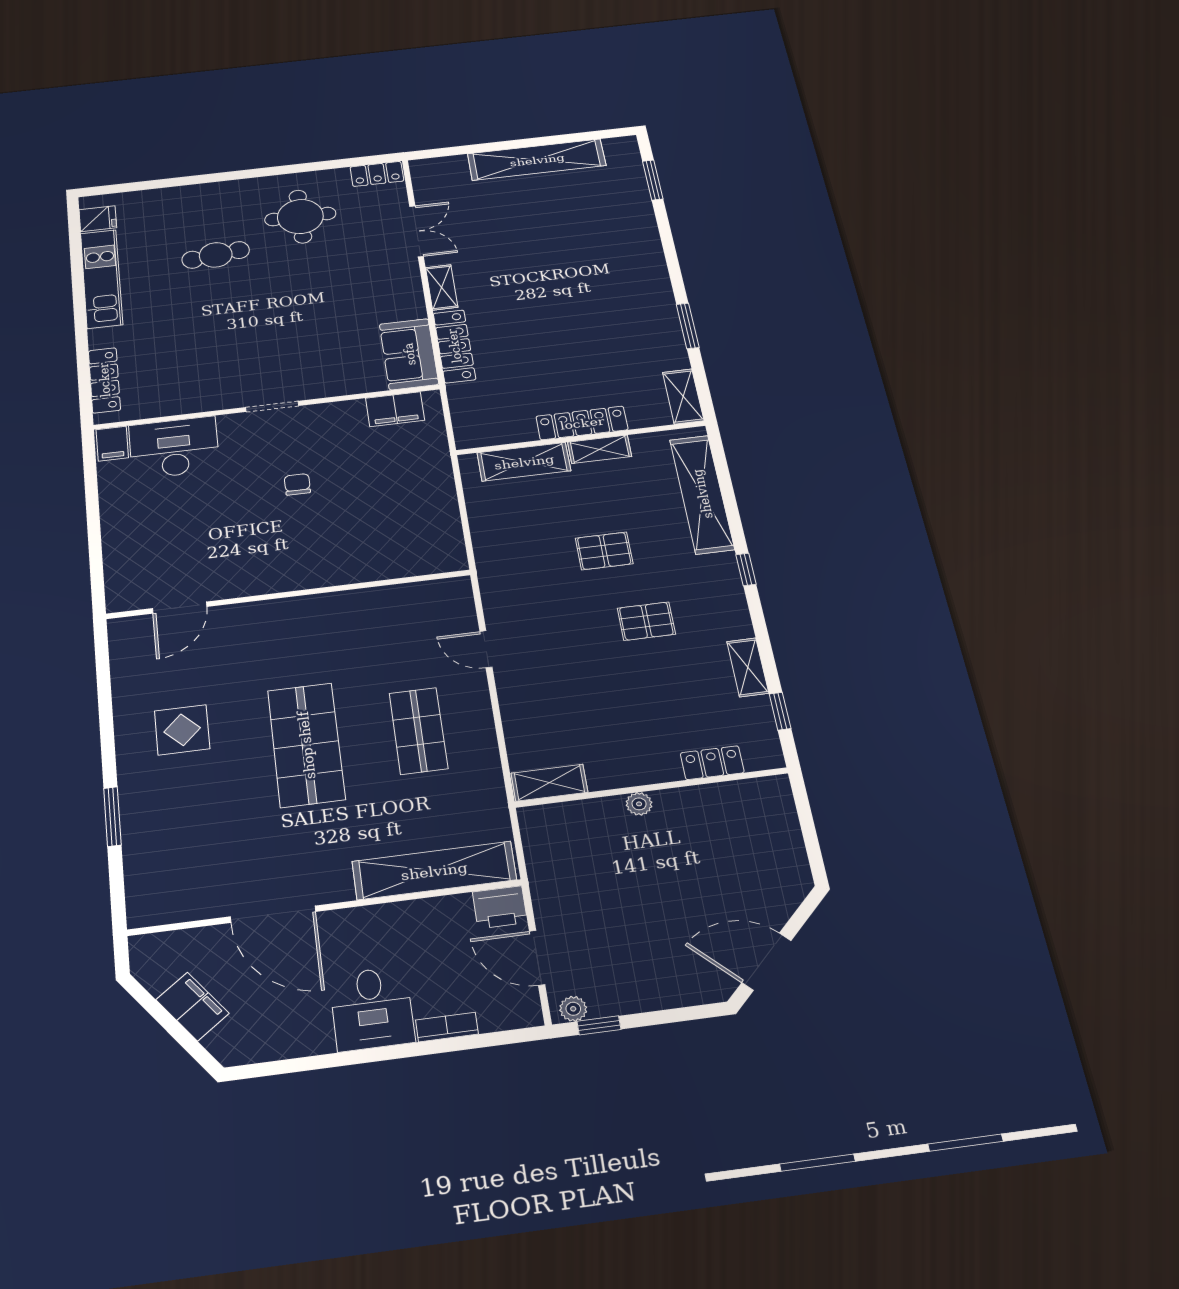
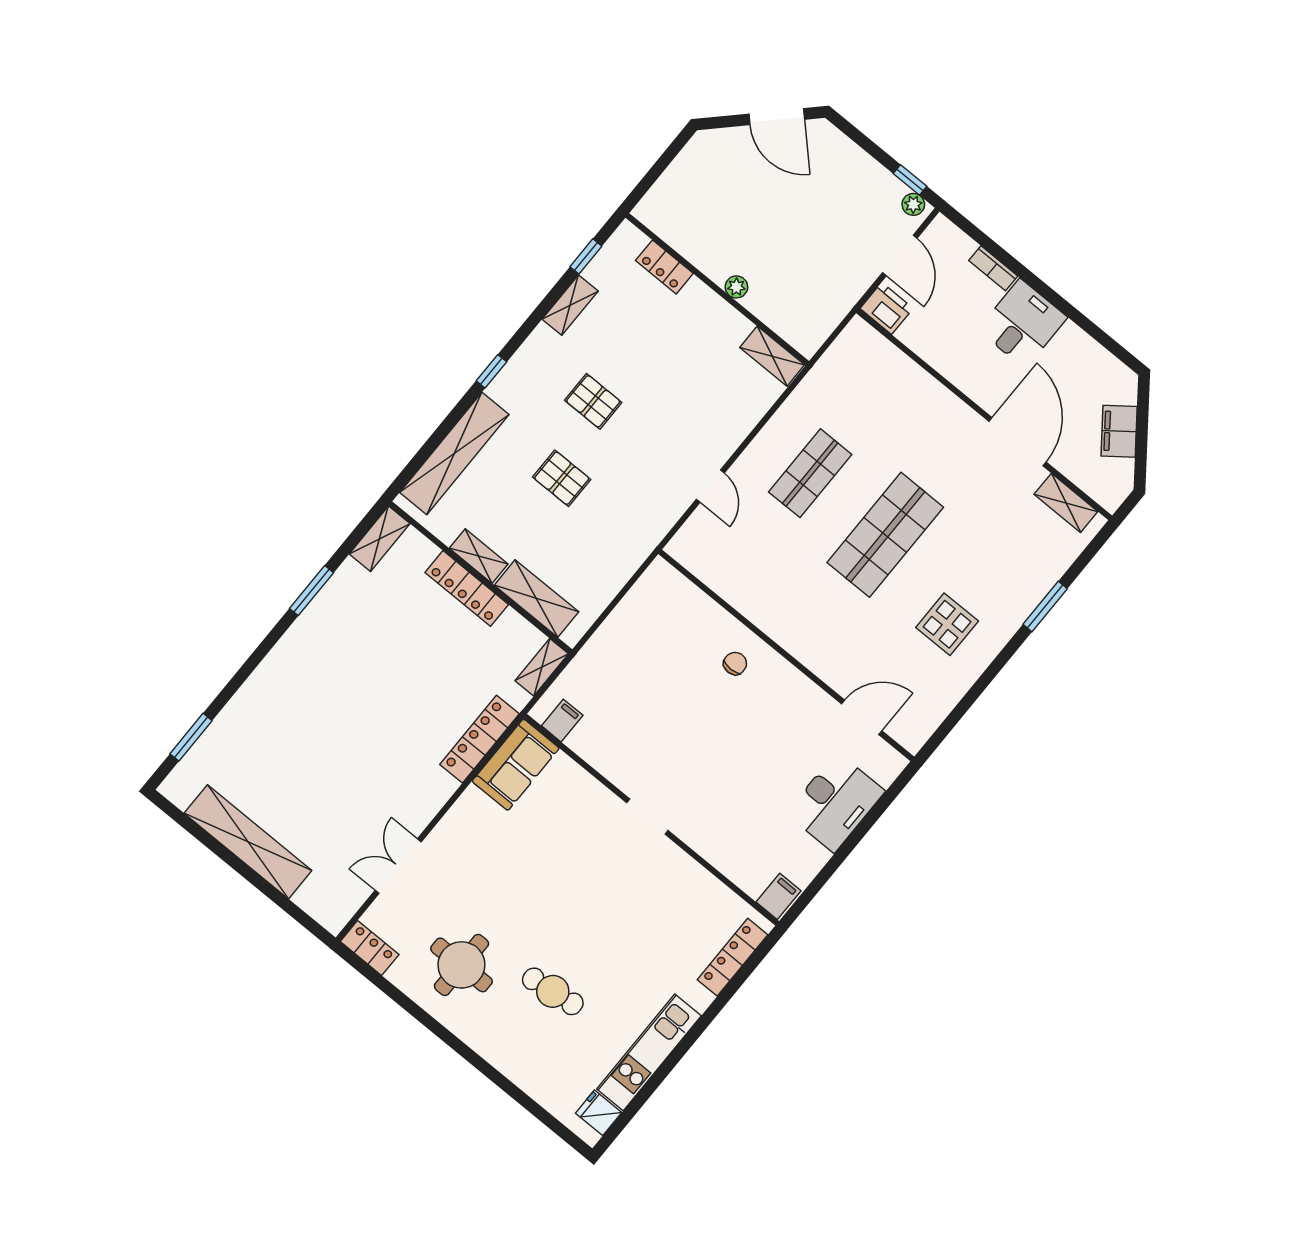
shelving: (442, 287) -> (542, 667), moved
filing cabinet: (395, 409) -> (562, 721), width x0.50
desk: (174, 448) -> (835, 802), moved, turned -90
chair: (297, 484) -> (735, 664), moved, turned 180
shelving: (434, 871) -> (1066, 503), moved, width x0.45, depth x0.75

